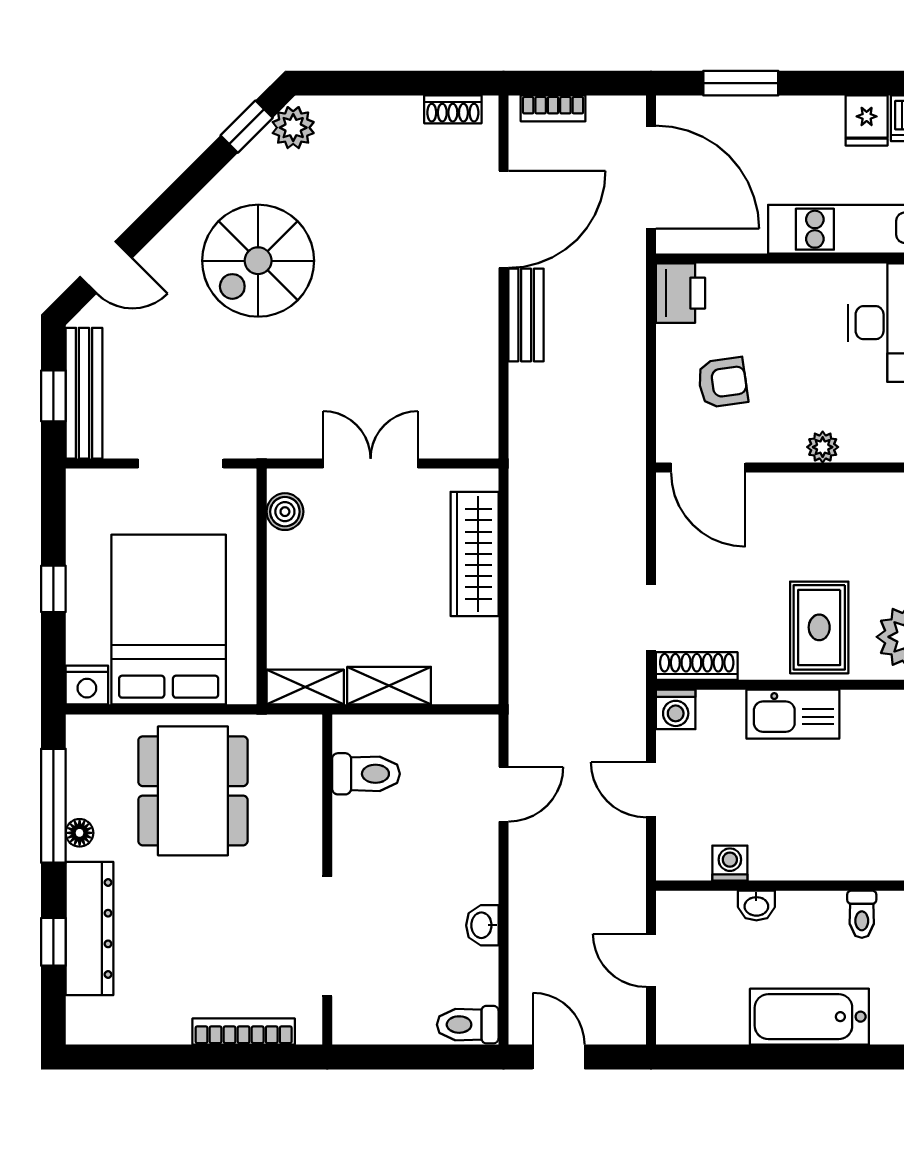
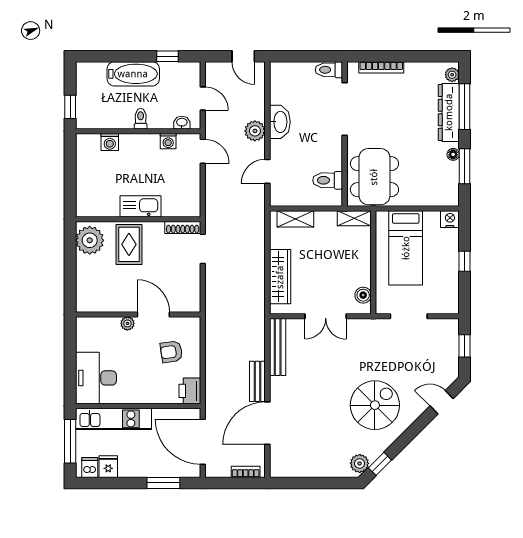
shoe rack: (453, 109) -> (290, 471), removed
bench: (84, 393) -> (278, 347), moved
door: (708, 468) -> (153, 314), moved
bed: (169, 620) -> (406, 248), width x0.67
shelving: (389, 686) -> (295, 219), moved
washing machine: (676, 709) -> (110, 142), moved, turned 180
door: (651, 790) -> (203, 151), moved
dining table: (193, 791) -> (374, 177), moved
window: (53, 806) -> (465, 166), width x0.69
plant: (532, 886) -> (255, 131), added
washbasin: (756, 906) -> (182, 123), moved
toilet: (862, 914) -> (141, 119), moved
washbasin: (482, 925) -> (280, 122), width x1.91, depth x1.45
window: (53, 942) -> (465, 107), width x2.17
plant: (82, 1015) -> (452, 75), added
toilet: (468, 1025) -> (329, 70), moved, turned 180
window: (731, 1057) -> (168, 56), added

